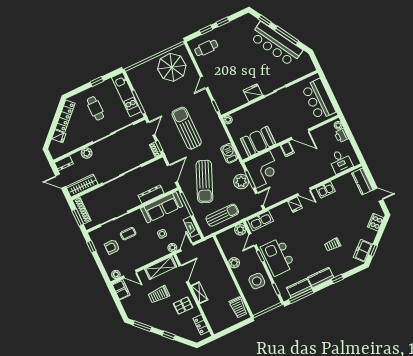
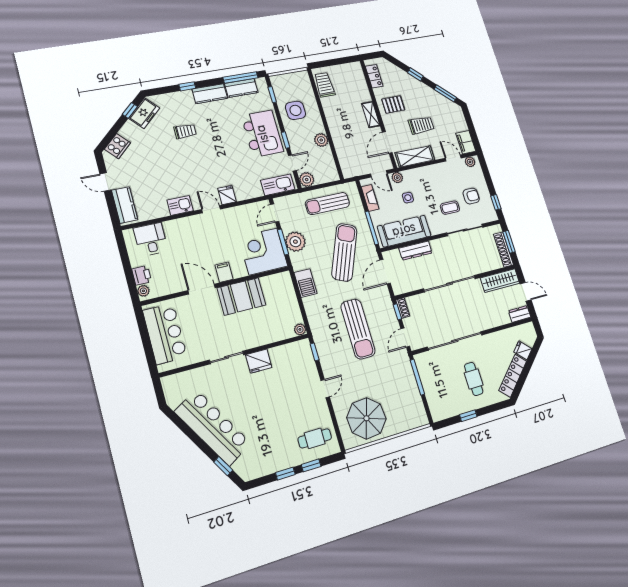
window: (287, 35) -> (194, 438), removed
kitchen unit: (126, 95) -> (432, 390), removed
booth: (258, 141) -> (241, 296), moved
plant: (87, 153) -> (490, 321), removed
door: (187, 247) -> (379, 174), hinge flipped

